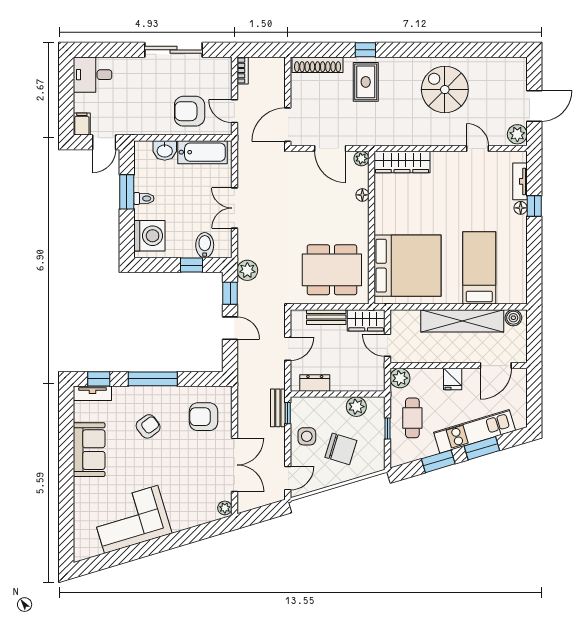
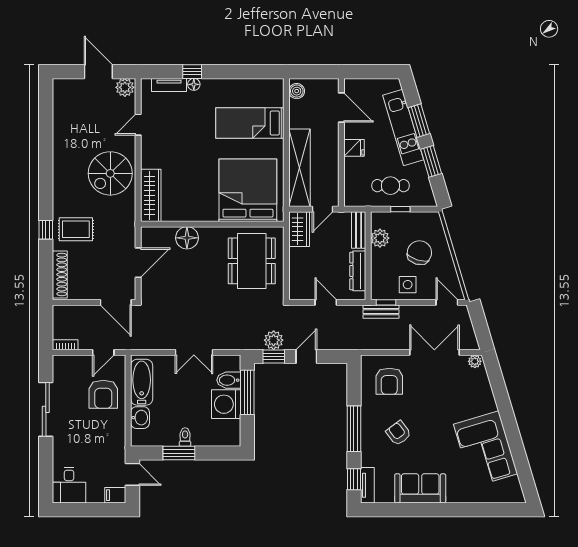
spiral stairs: (445, 90) -> (110, 173), moved
plant: (361, 159) -> (148, 233), removed
floor lamp: (362, 195) -> (187, 238), width x1.89, depth x1.89
washing machine: (149, 236) -> (226, 404), moved, turned -90
window: (192, 265) -> (247, 392), width x2.17
plant: (247, 270) -> (274, 340), moved
bench: (326, 317) -> (359, 230), moved
shelving: (462, 321) -> (300, 168), moved
plant: (400, 378) -> (353, 197), removed
dresser: (315, 383) -> (358, 271), width x1.44

